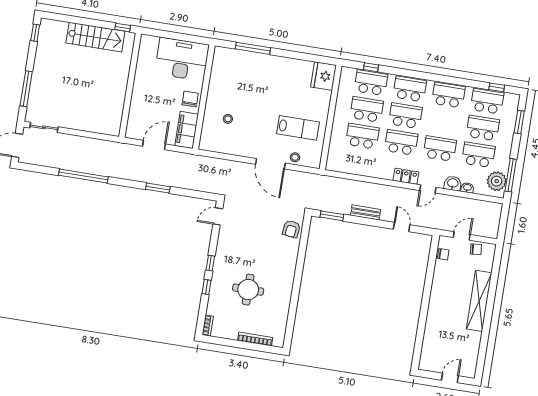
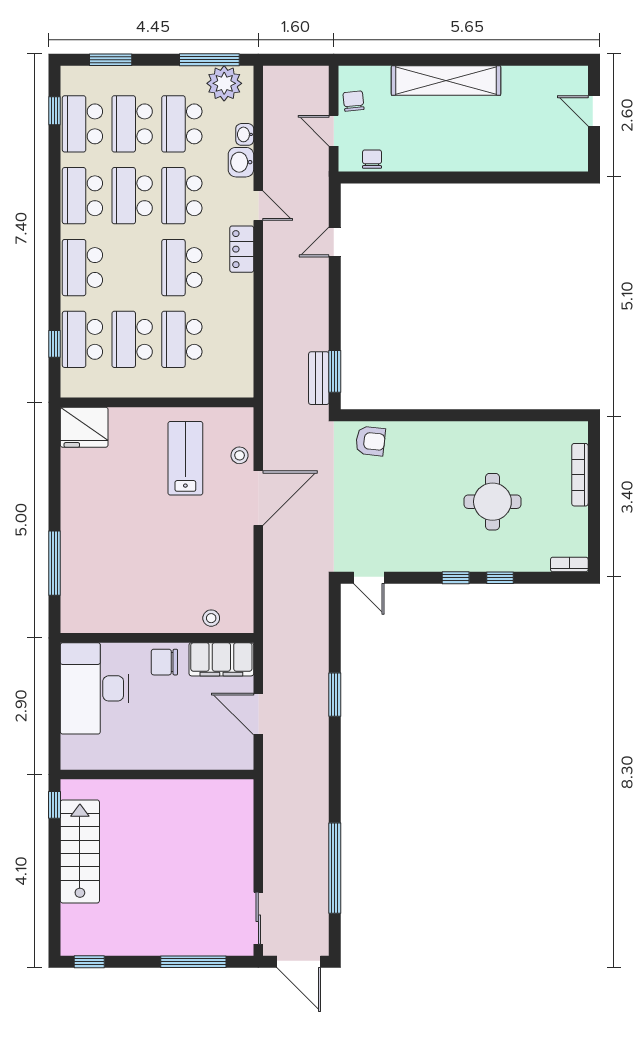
school desk: (405, 116) -> (132, 196), moved
stool: (228, 119) -> (211, 618), moved
window: (83, 176) -> (335, 868), moved
bench: (366, 212) -> (319, 378), moved

